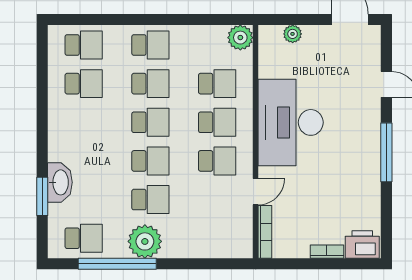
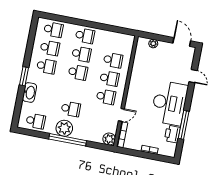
plant: (240, 38) -> (109, 139), moved
desk: (291, 122) -> (169, 103), moved, turned 180
window: (386, 152) -> (184, 125), moved
school desk: (150, 161) -> (46, 66), moved
window: (42, 196) -> (24, 76), moved
printer: (362, 244) -> (172, 134), moved, turned -90
window: (117, 264) -> (68, 140), moved

